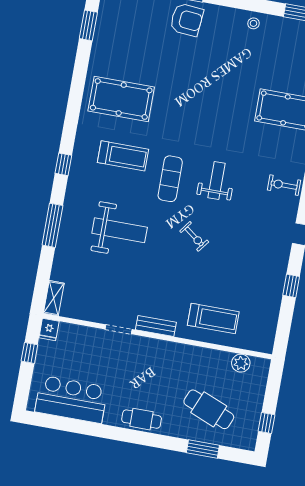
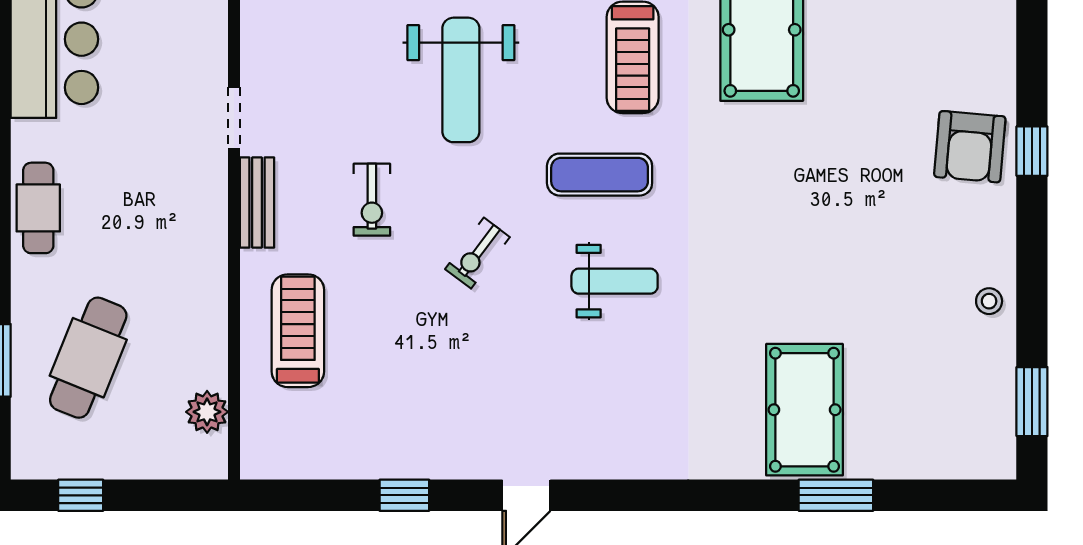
exercise bike: (284, 185) -> (372, 200), moved, turned 180
treadmill: (213, 318) -> (298, 331), turned 180

